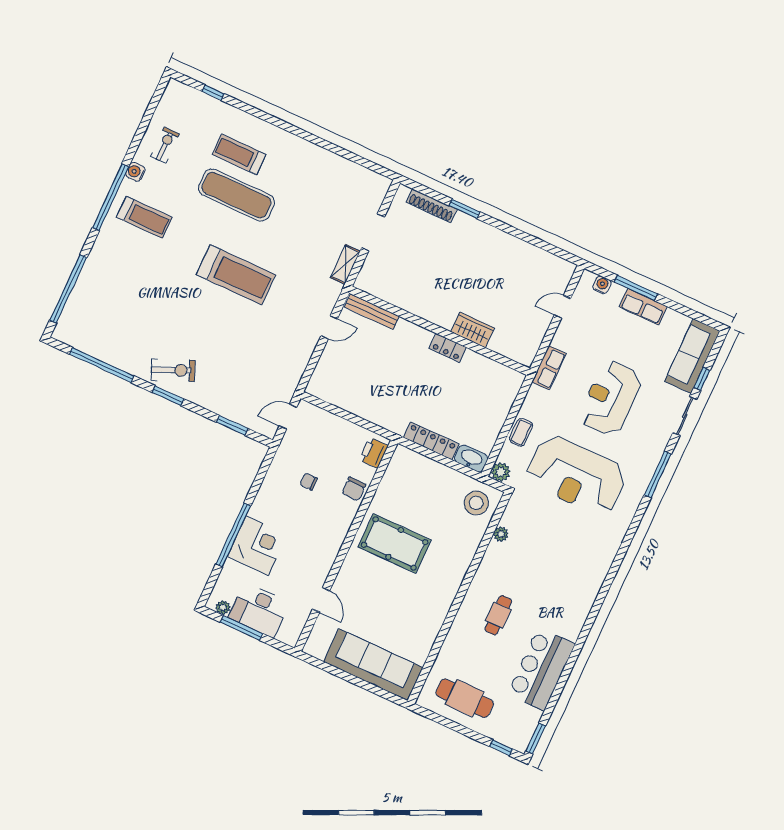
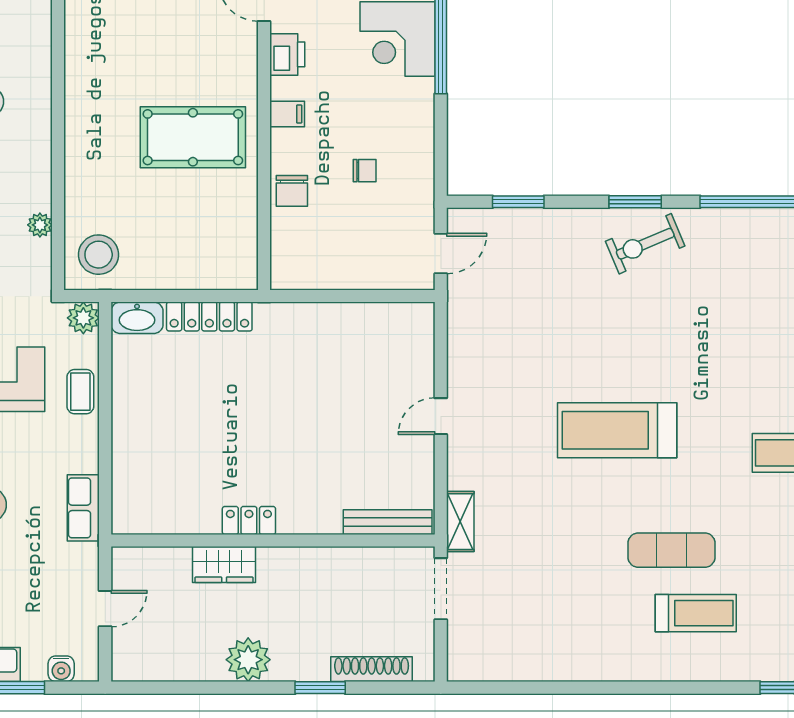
exercise mat: (236, 195) -> (672, 550), width x0.73, depth x0.69
plant: (497, 242) -> (248, 660), added
bench: (372, 312) -> (388, 522), moved
wardrobe: (473, 330) -> (224, 564), moved
wall: (440, 331) -> (273, 540), moved
locker: (448, 348) -> (249, 520), moved
printer: (374, 453) -> (287, 54), moved
chair: (354, 489) -> (292, 191), turned 180
filing cabinet: (337, 532) -> (287, 114), added

